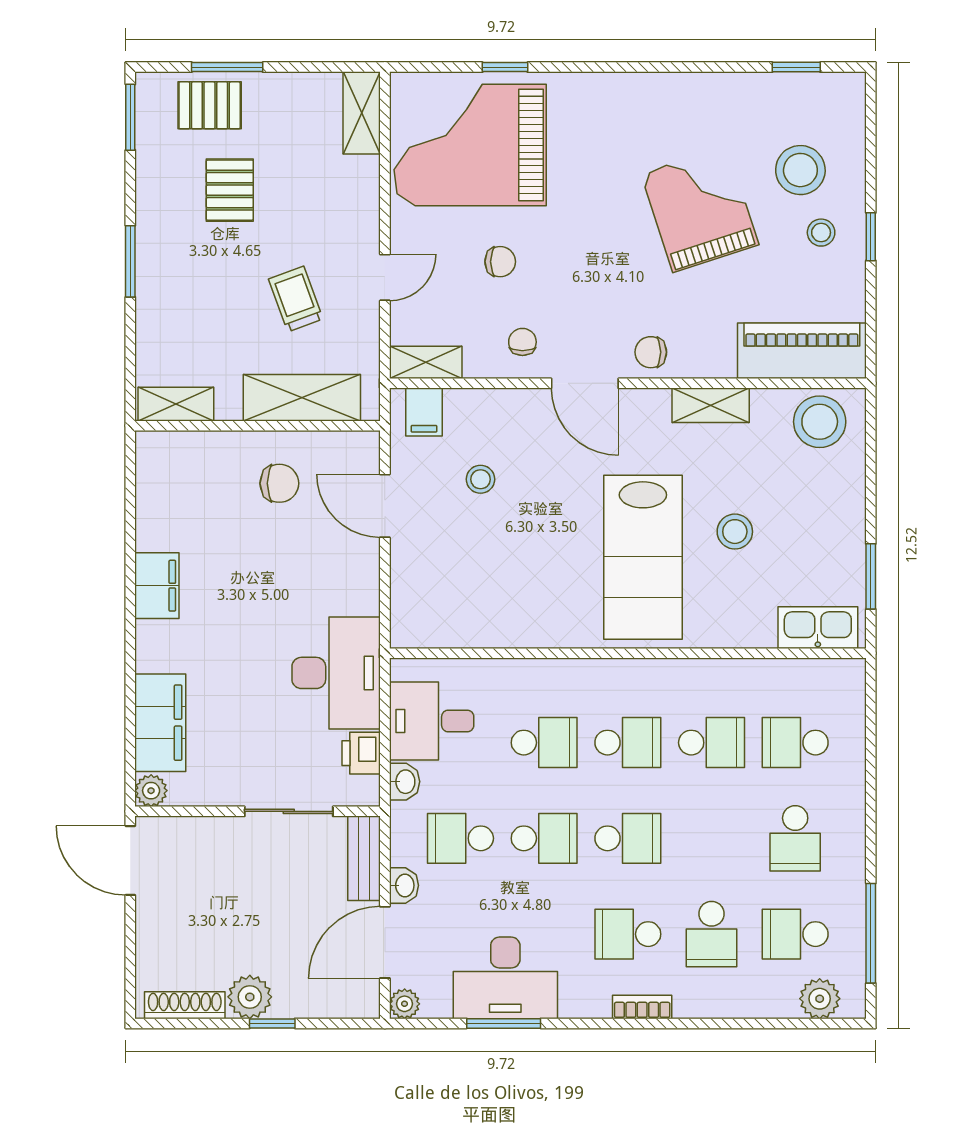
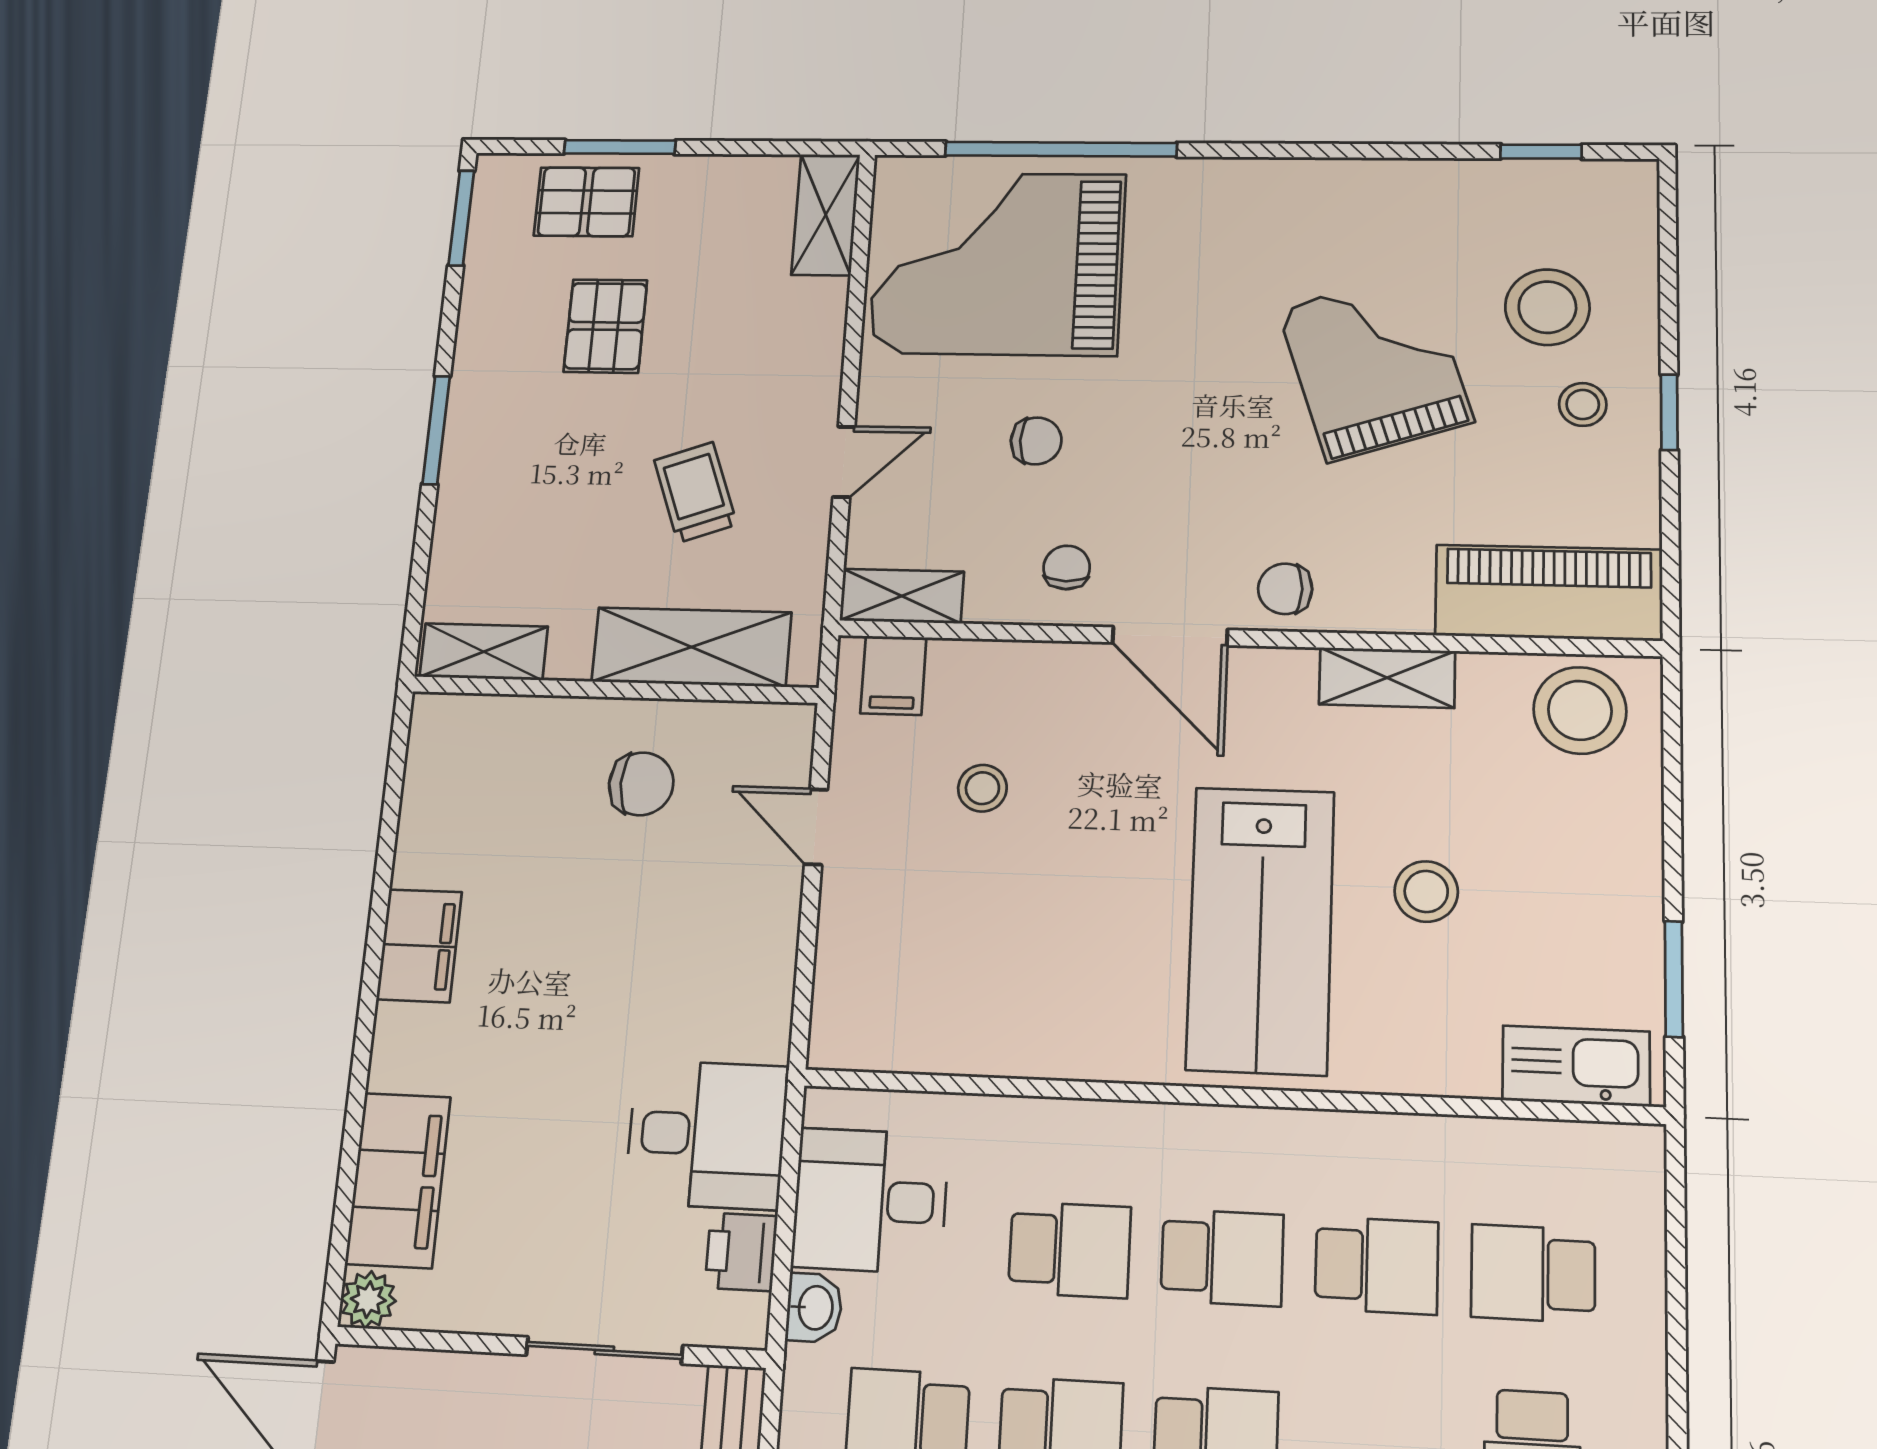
window: (505, 67) -> (1061, 149), width x3.17
door: (385, 506) -> (816, 827), width x0.73
desk: (336, 673) -> (707, 1134), width x0.73

